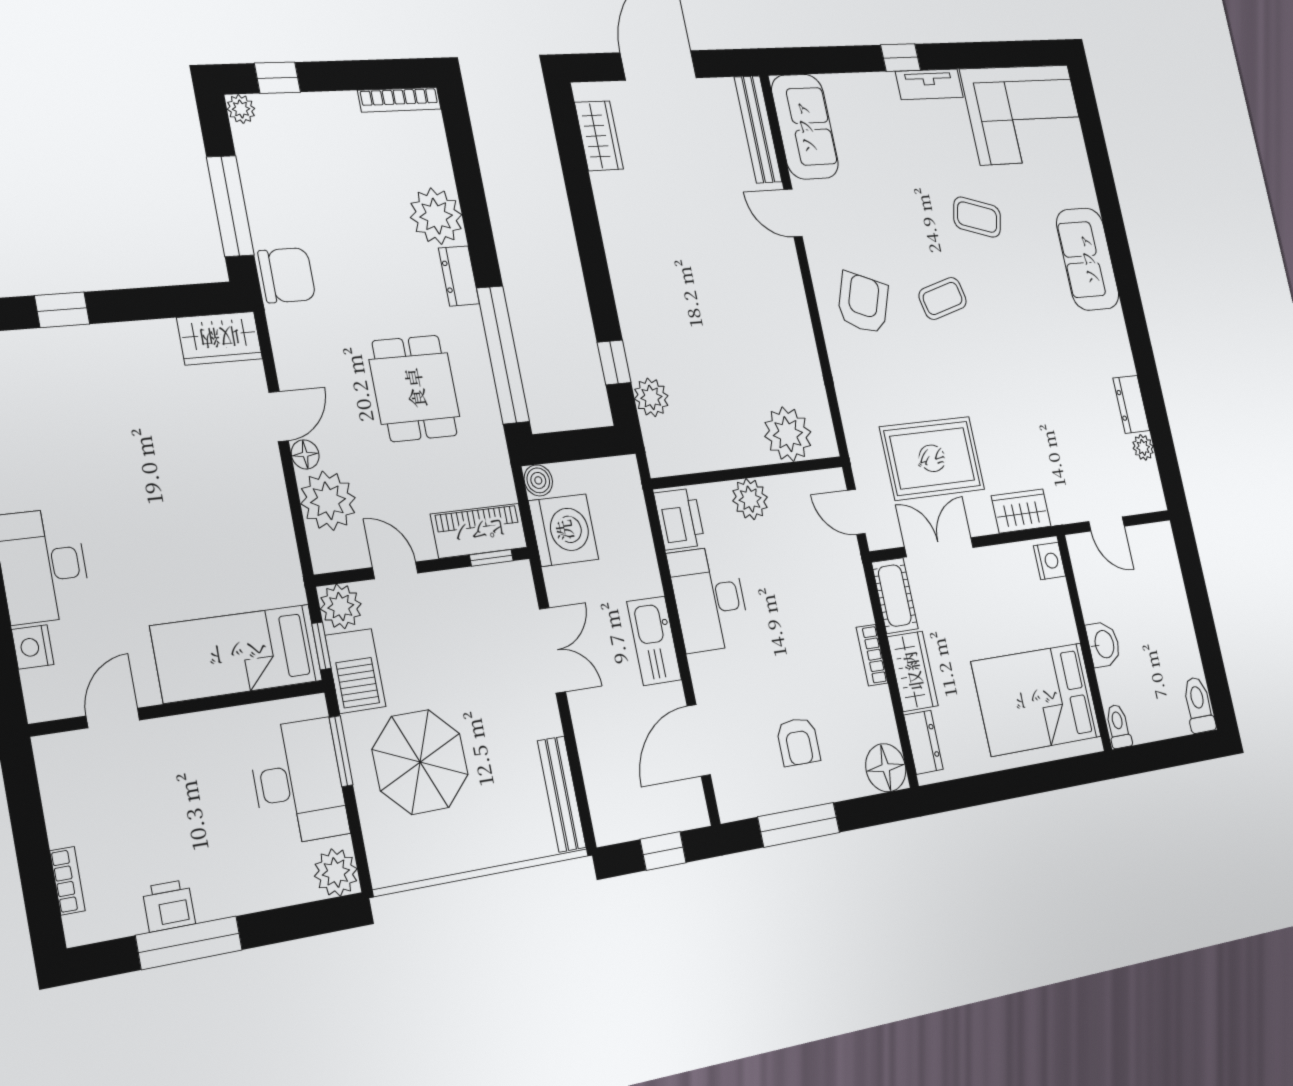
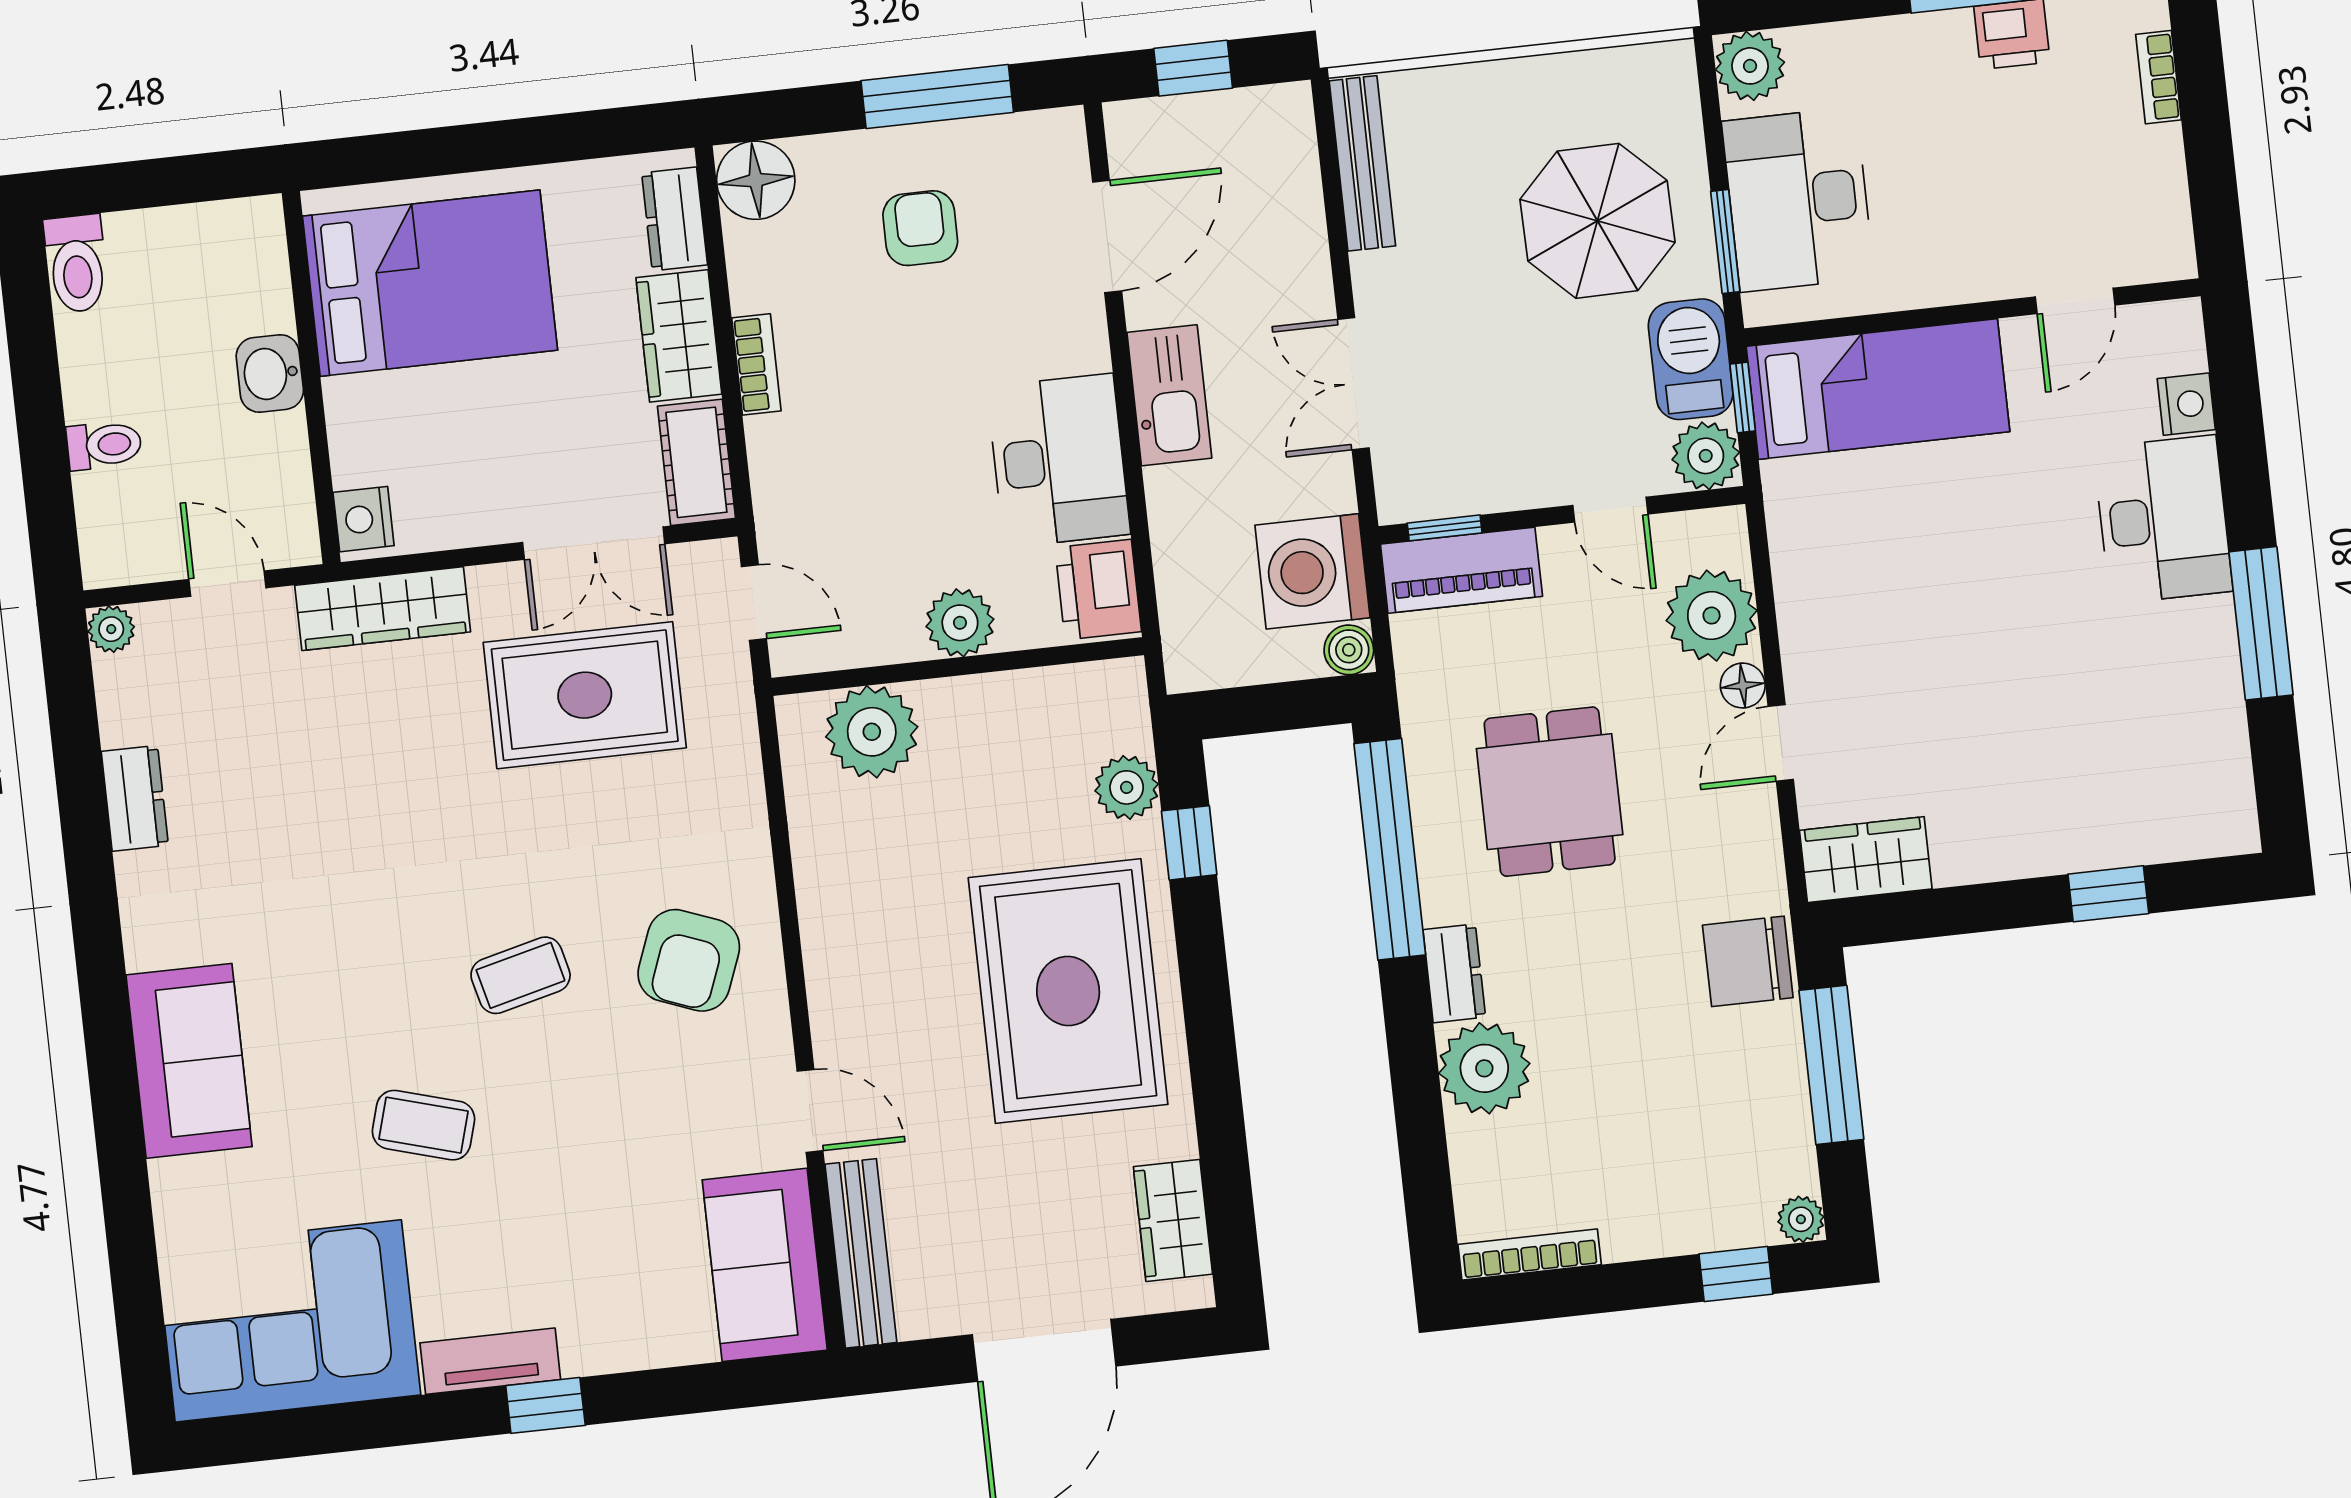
rug: (669, 276) -> (1068, 991), added
plant: (1143, 447) -> (111, 629), moved
wardrobe: (1021, 511) -> (383, 609), width x1.50
toilet: (1118, 726) -> (104, 445), moved, turned -90

